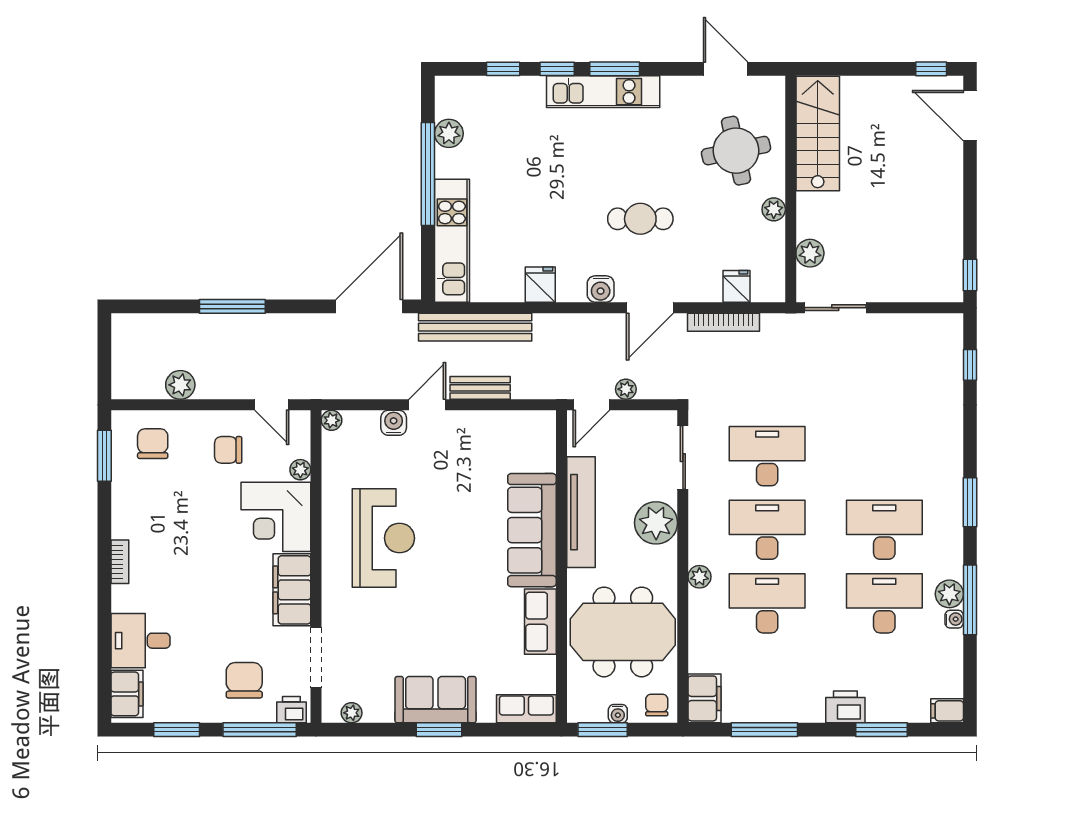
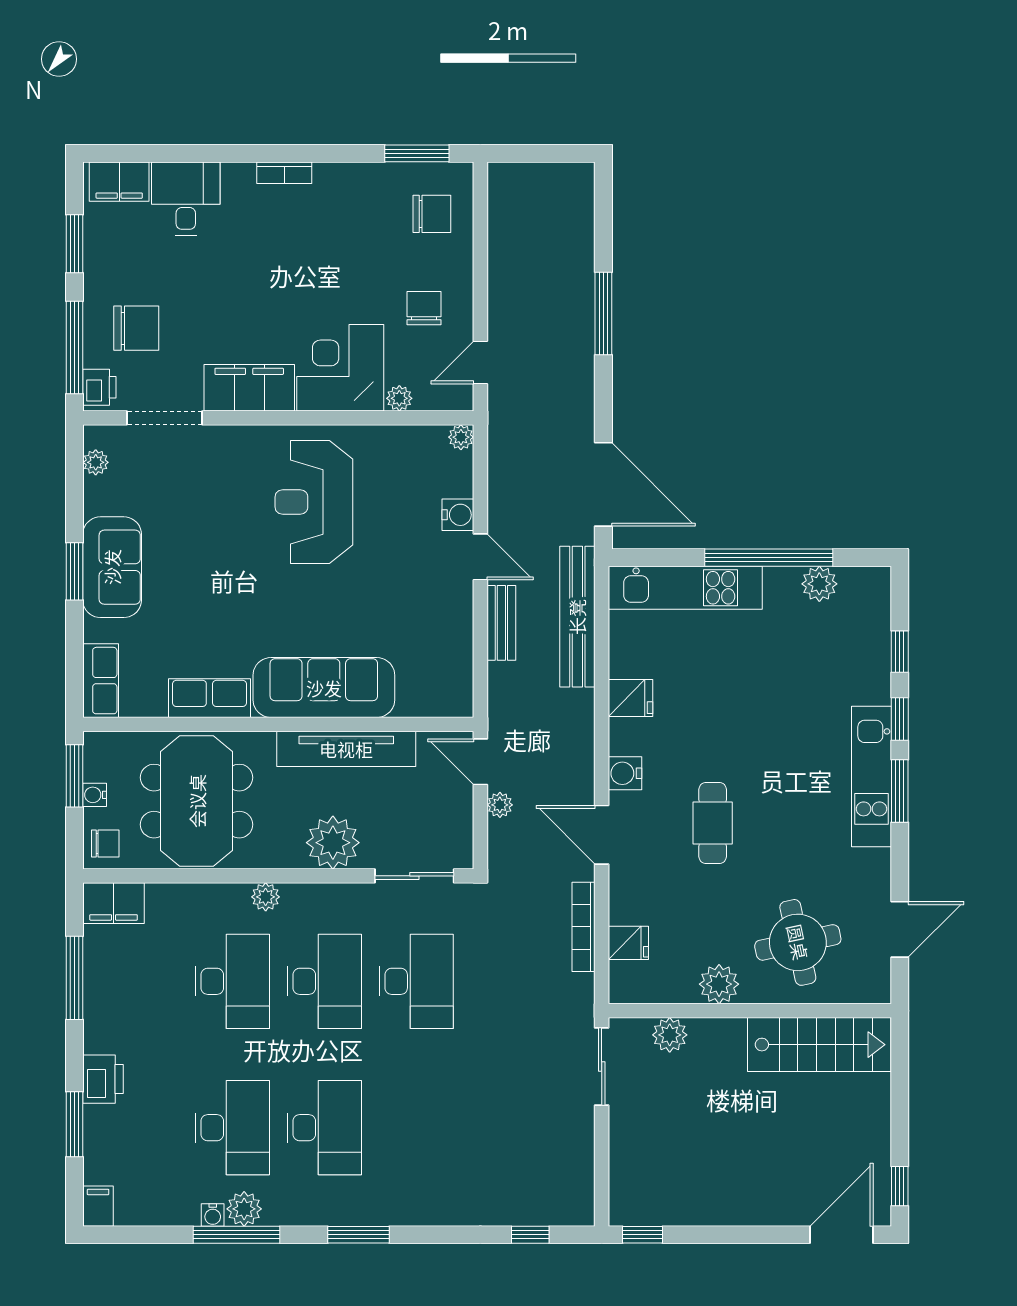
plant: (774, 209) -> (719, 984), width x1.38, depth x1.38
plant: (180, 385) -> (505, 248), removed
reception desk: (383, 538) -> (314, 502), turned 90

